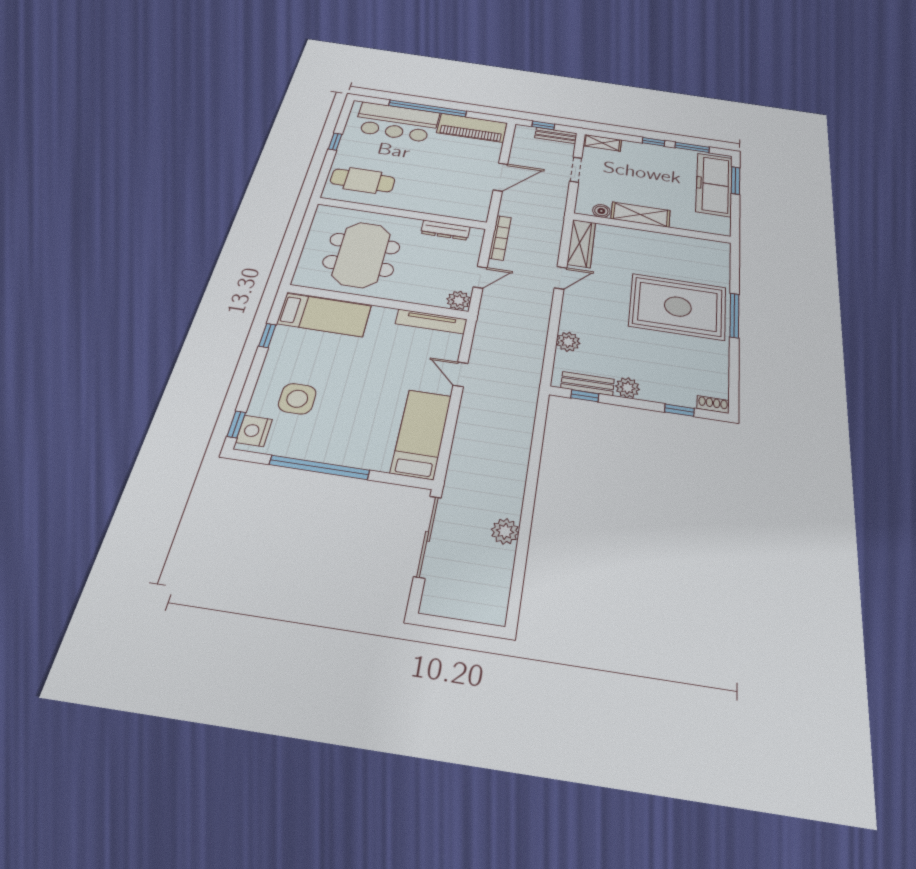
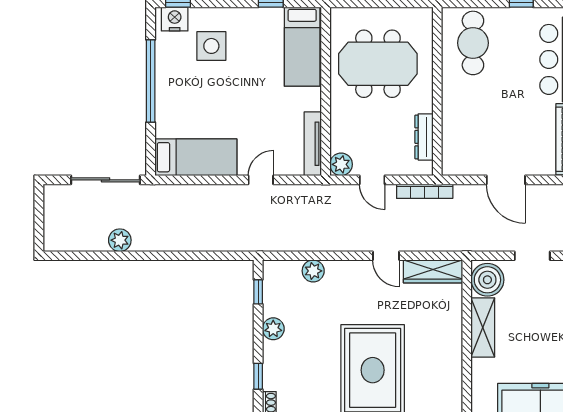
boiler: (601, 211) -> (487, 280), width x1.86, depth x1.86
bench: (588, 384) -> (271, 293), removed

